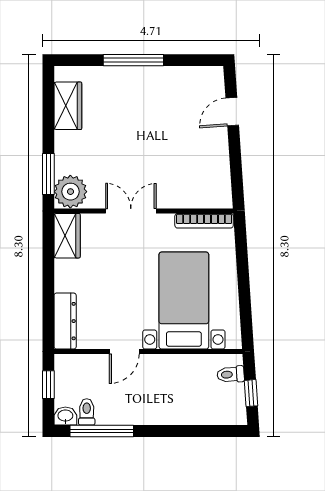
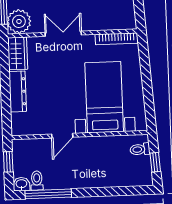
dresser: (65, 321) -> (18, 91), moved

